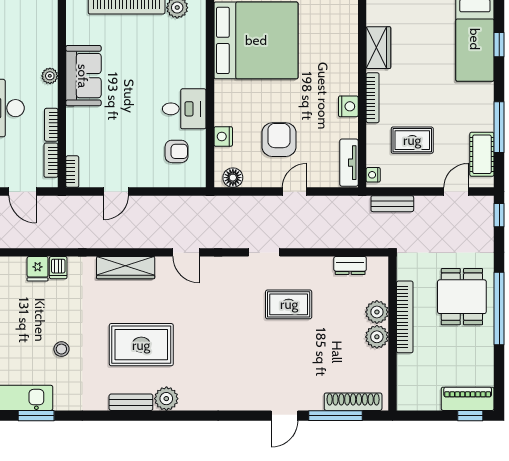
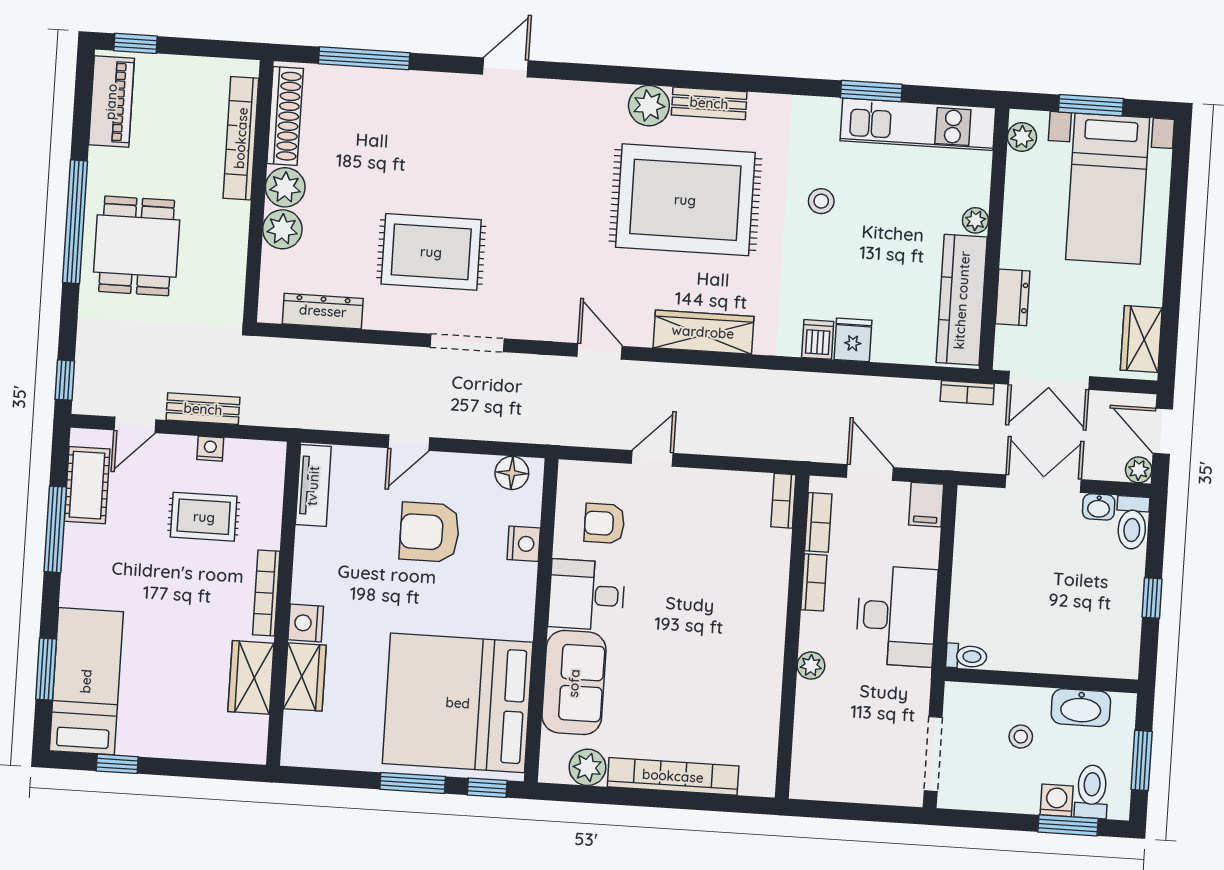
window: (499, 45) -> (46, 669), width x1.50
wardrobe: (347, 50) -> (305, 677), added
sofa: (83, 76) -> (574, 683), moved, turned 180
nightstand: (348, 106) -> (306, 623), moved
armchair: (279, 140) -> (429, 532), turned 90
nightstand: (373, 175) -> (210, 449), moved, turned -90
door: (116, 191) -> (652, 458), moved
bench: (392, 204) -> (203, 409), moved
doorway: (264, 252) -> (467, 343), width x1.38
dresser: (350, 265) -> (323, 311), width x1.44
rug: (289, 304) -> (431, 252), width x1.36, depth x1.43
bookcase: (405, 317) -> (241, 138), moved
rug: (141, 345) -> (685, 200), width x1.37, depth x1.44
piano: (468, 399) -> (111, 102), moved, turned -90
shoe rack: (353, 402) -> (285, 116), moved, turned -90
door: (284, 416) -> (505, 67), moved

